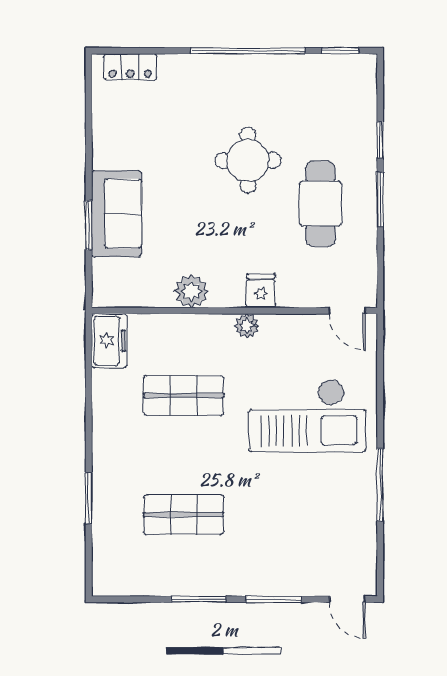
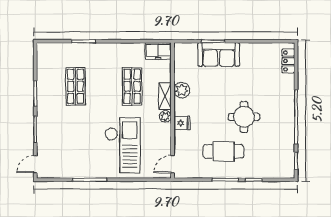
shelving: (204, 326) -> (165, 96), added
checkout: (307, 416) -> (123, 145), turned 180

